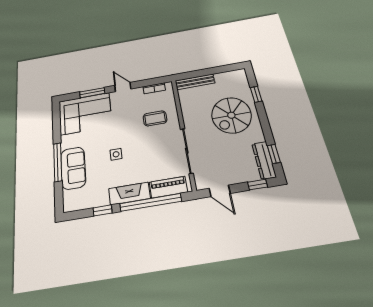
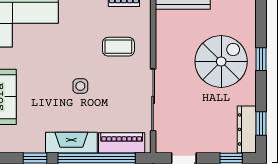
window: (256, 94) -> (261, 59), moved
spiral stairs: (231, 115) -> (221, 61), turned 180
side table: (116, 154) -> (80, 86), moved

